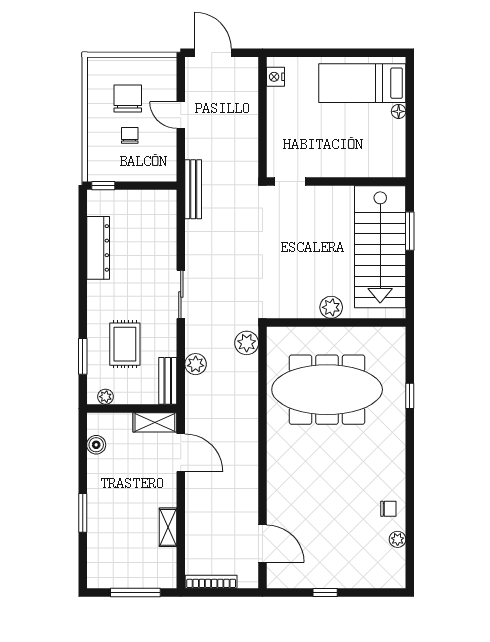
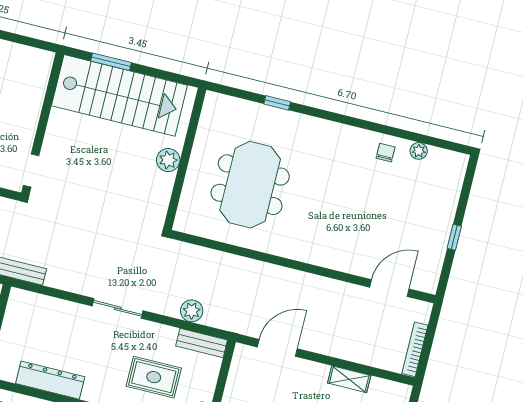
plant: (247, 343) -> (183, 254), removed
meeting table: (327, 390) -> (250, 185), width x0.73
shelving: (155, 422) -> (240, 366), removed

